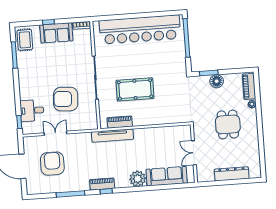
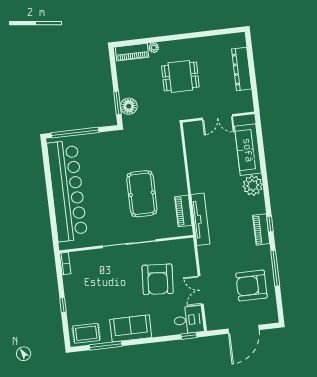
sofa: (56, 33) -> (131, 328), moved, turned -90
floor lamp: (217, 81) -> (129, 106), moved
desk: (32, 111) -> (189, 320), moved, turned -90
armchair: (52, 164) -> (251, 286), moved

